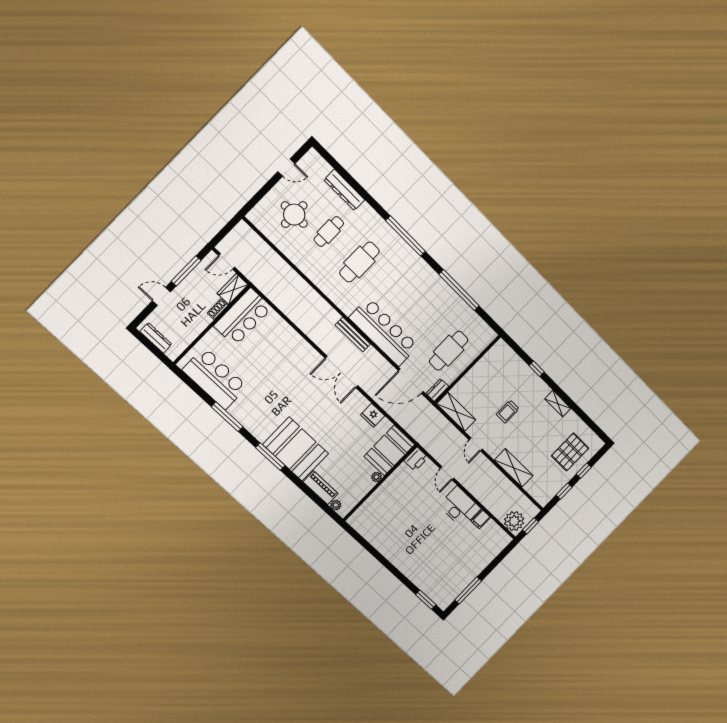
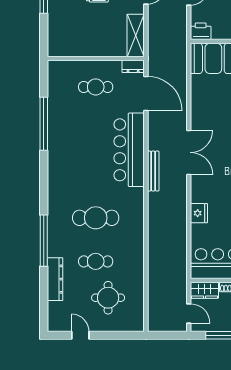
window: (406, 236) -> (44, 241), moved
cafe table: (449, 351) -> (96, 87), width x0.73, depth x0.74
fridge: (373, 415) -> (199, 213), moved

